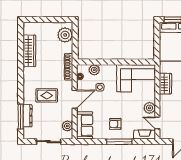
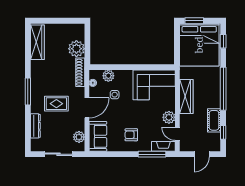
plant: (65, 35) -> (76, 49), moved
wardrobe: (29, 51) -> (37, 42), moved
wardrobe: (165, 84) -> (186, 96), width x1.50
window: (21, 117) -> (28, 92), moved
window: (119, 142) -> (152, 154), moved

